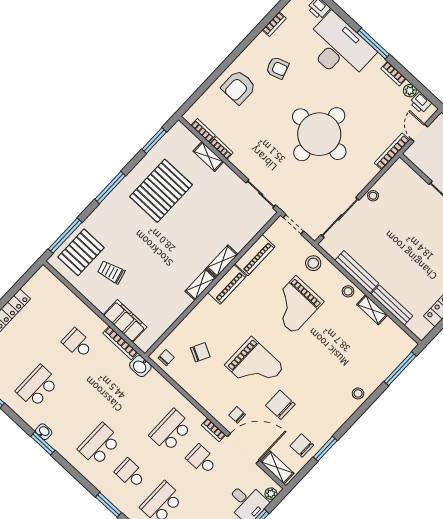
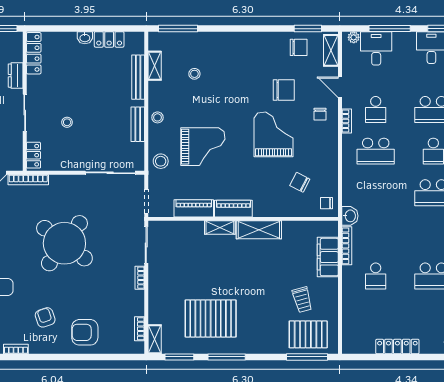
armchair: (239, 87) -> (85, 332), turned 180
round table: (319, 134) -> (64, 243), turned 37
bookcase: (221, 148) -> (140, 278), moved
shelving: (208, 156) -> (155, 339), moved
locker: (406, 172) -> (34, 155), added
window: (110, 188) -> (227, 357), moved
stool: (373, 196) -> (67, 122), moved
bench: (357, 272) -> (138, 124), width x0.73
shelving: (200, 285) -> (259, 230), width x1.50, depth x1.33
shelving: (372, 310) -> (155, 66), moved
stool: (358, 393) -> (194, 74), moved
chair: (280, 405) -> (284, 90), turned -90
chair: (302, 445) -> (299, 47), turned -90
door: (243, 449) -> (340, 87), width x0.53
window: (325, 449) -> (308, 29), moved

